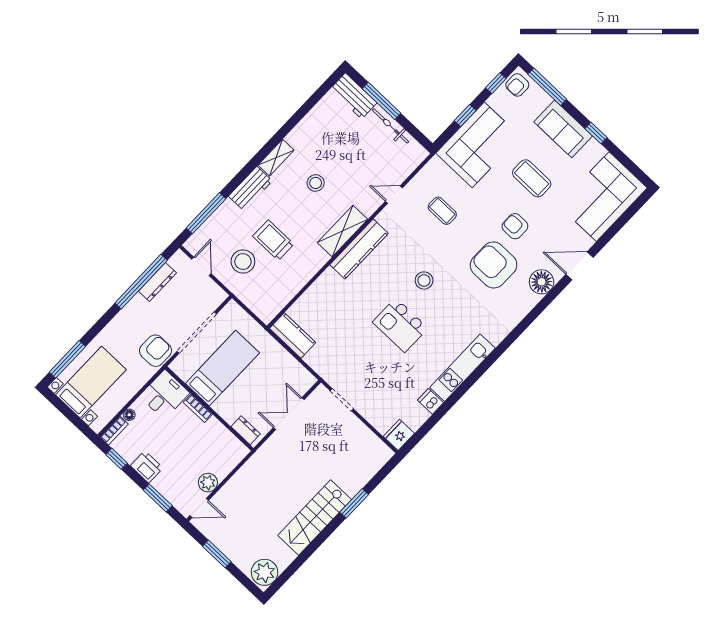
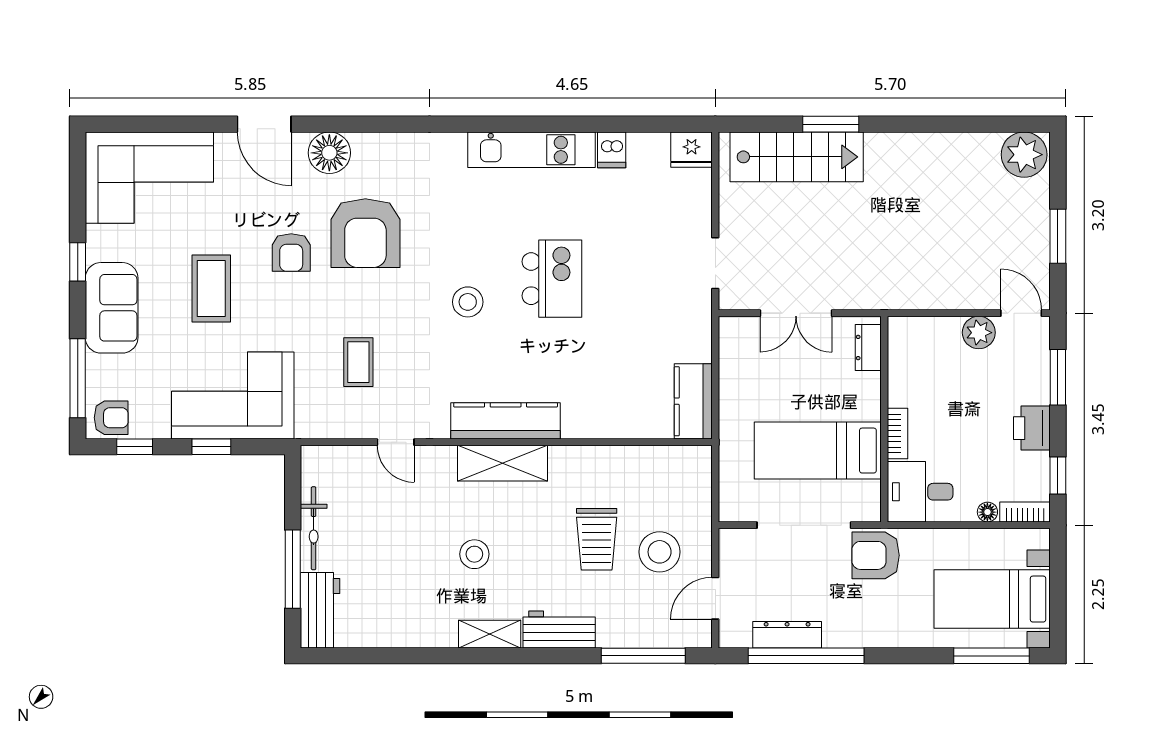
stairs: (315, 518) -> (797, 157), moved

